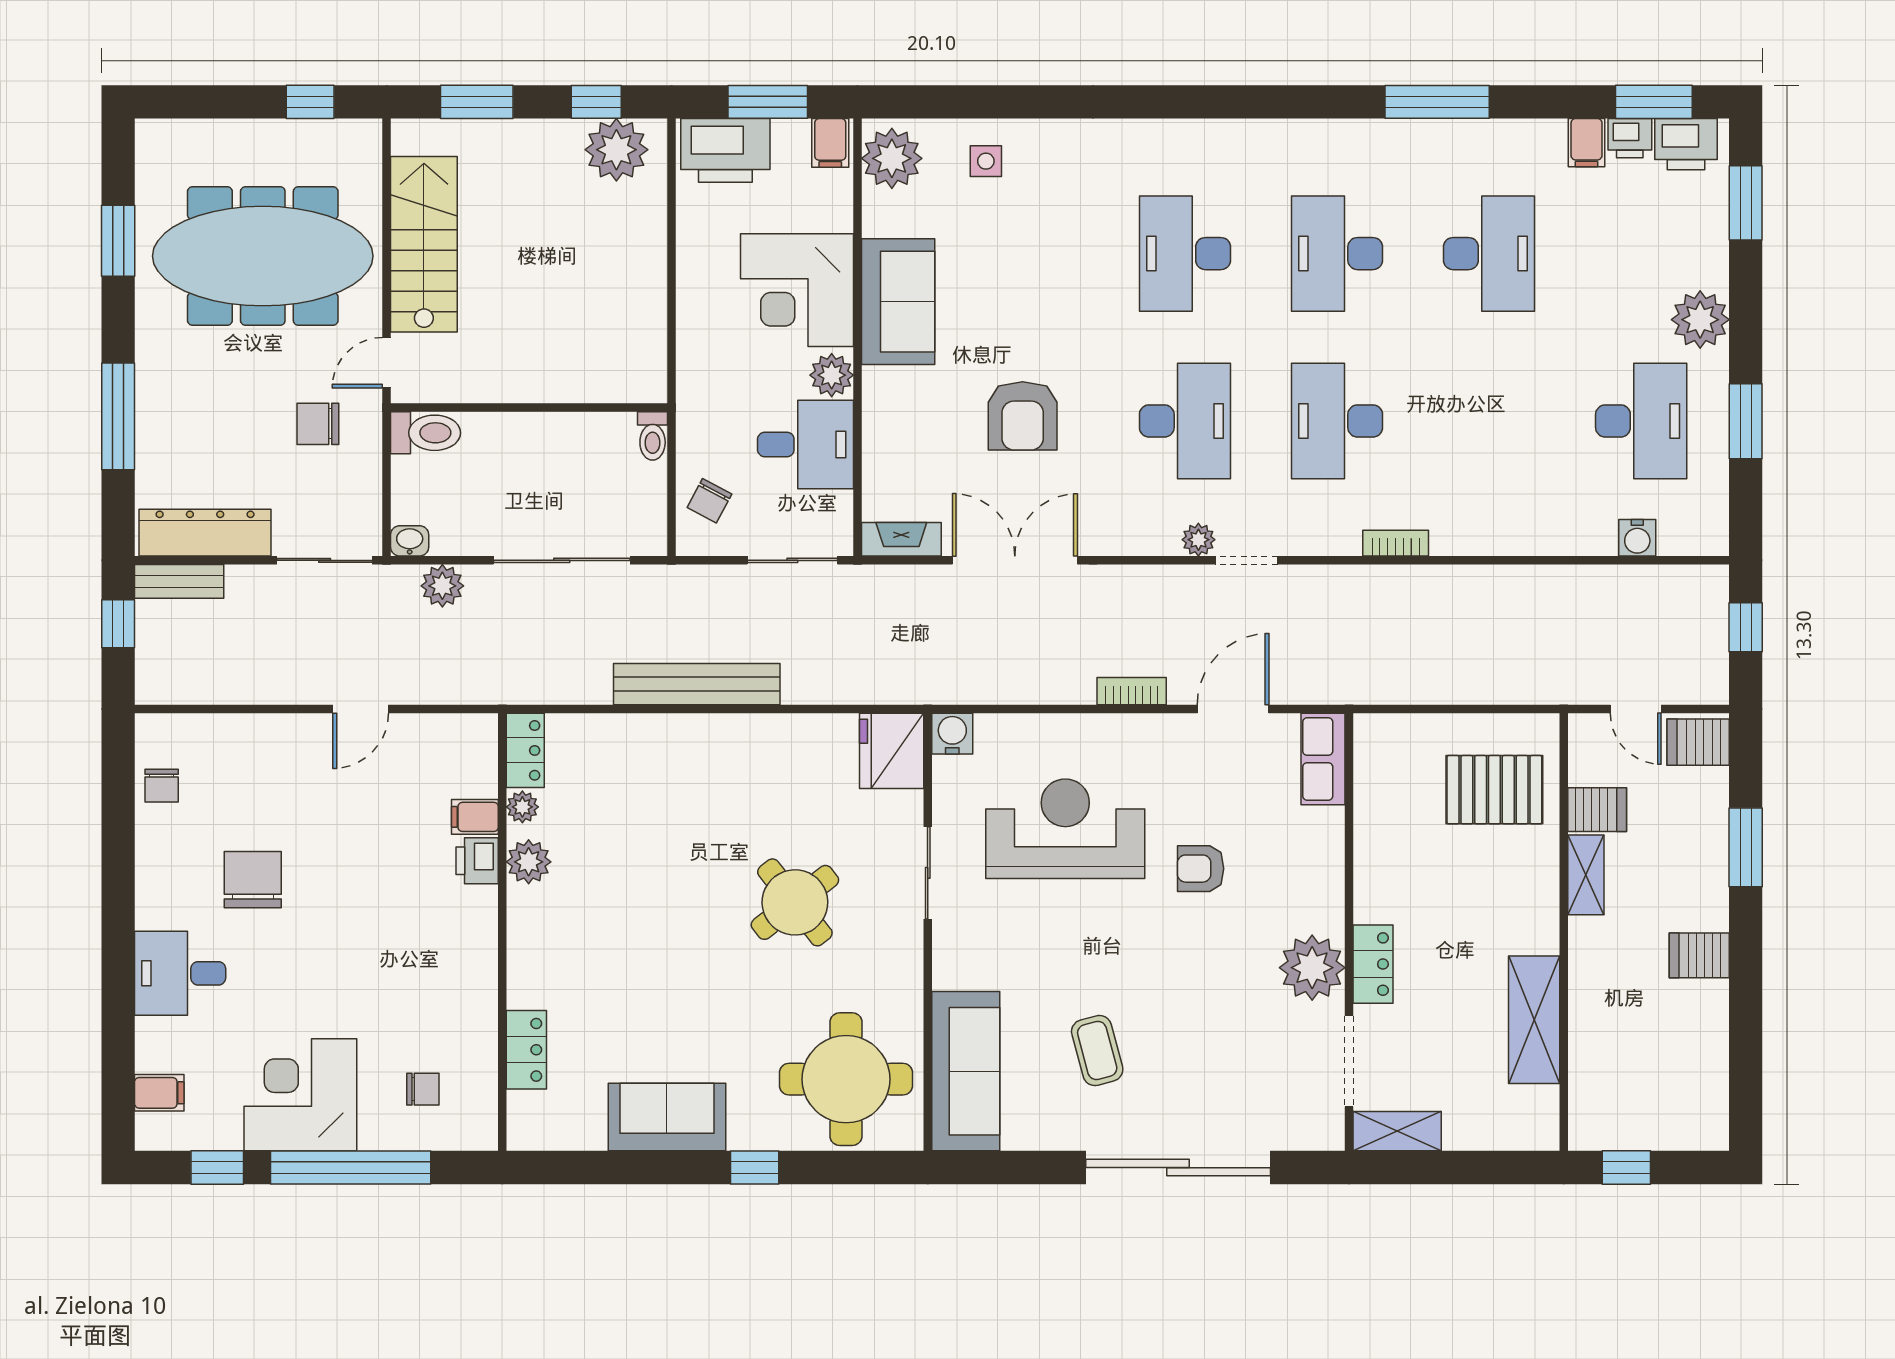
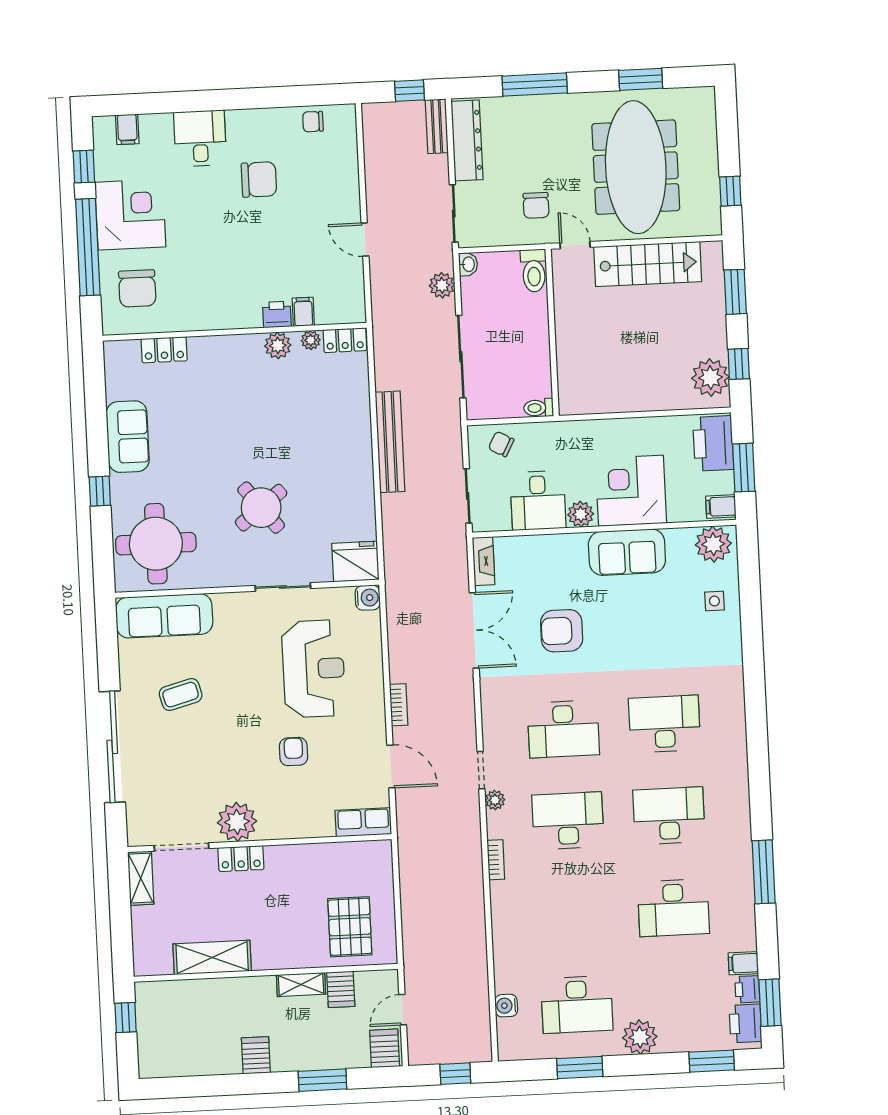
chair: (318, 424) -> (536, 205), turned 180
plant: (1198, 540) -> (495, 800), moved
chair: (423, 1089) -> (137, 288), width x1.87, depth x1.87

